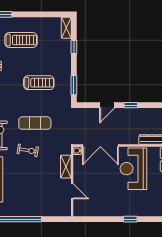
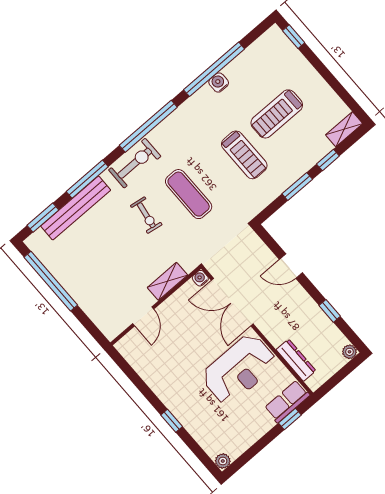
treadmill: (21, 40) -> (277, 114), moved, turned 90
window: (74, 85) -> (297, 187), moved
window: (131, 105) -> (330, 311), moved
reception desk: (133, 169) -> (239, 369), turned 180

